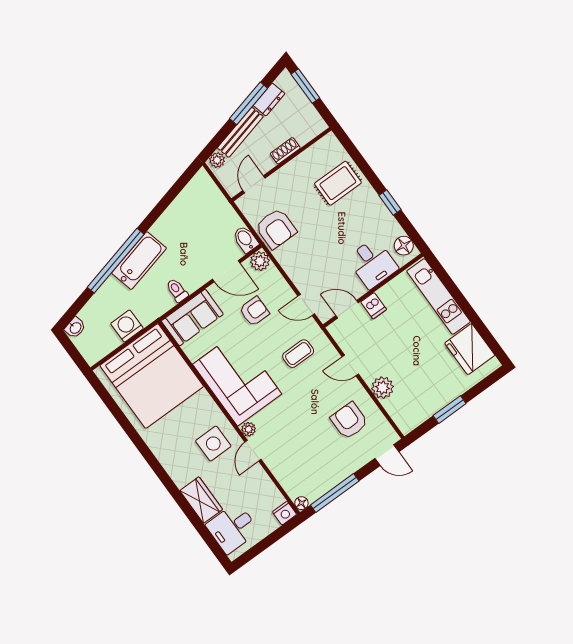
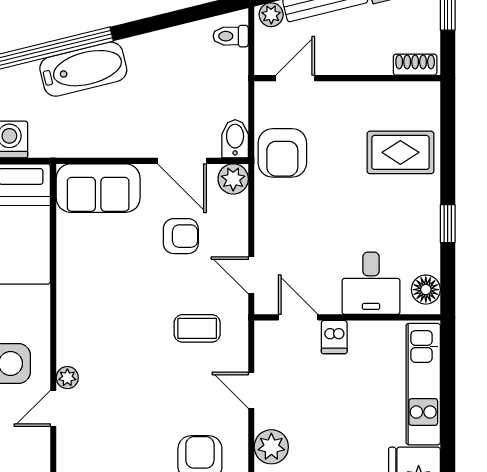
shoe rack: (285, 151) -> (415, 65), moved
toilet: (177, 290) -> (231, 36), moved, turned -90
corner sofa: (237, 379) -> (98, 305), removed

